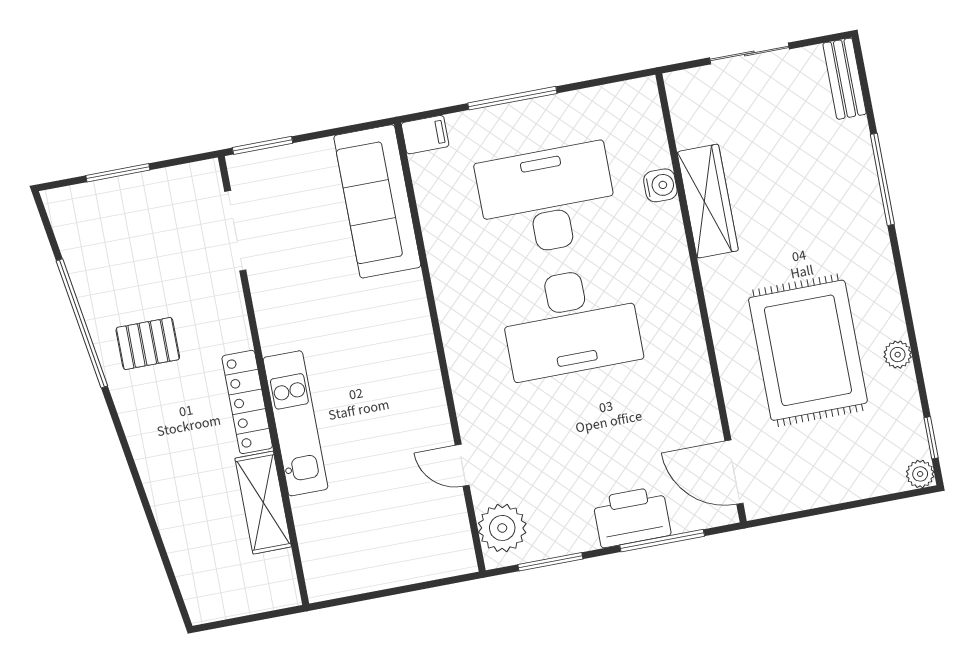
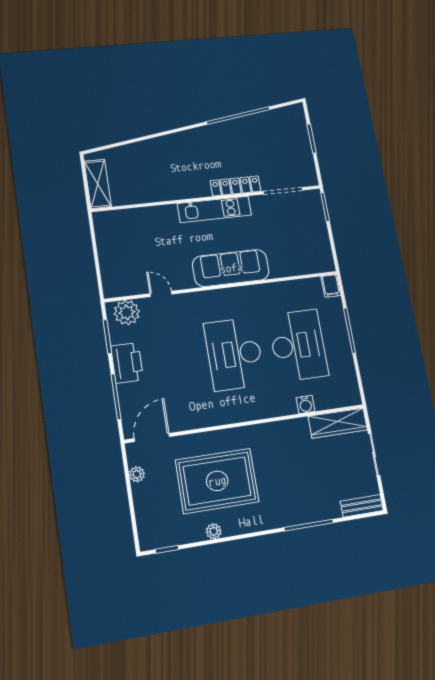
sofa: (377, 201) -> (231, 268), moved
wardrobe: (708, 201) -> (338, 423), moved
pallet: (148, 344) -> (228, 145), removed
locker: (247, 402) -> (236, 186), moved
kitchen unit: (295, 423) -> (214, 209), moved
door: (462, 465) -> (161, 294), hinge flipped
plant: (920, 474) -> (137, 474), moved
shelving: (263, 503) -> (98, 184), moved, turned 90
printer: (632, 517) -> (127, 363), moved

